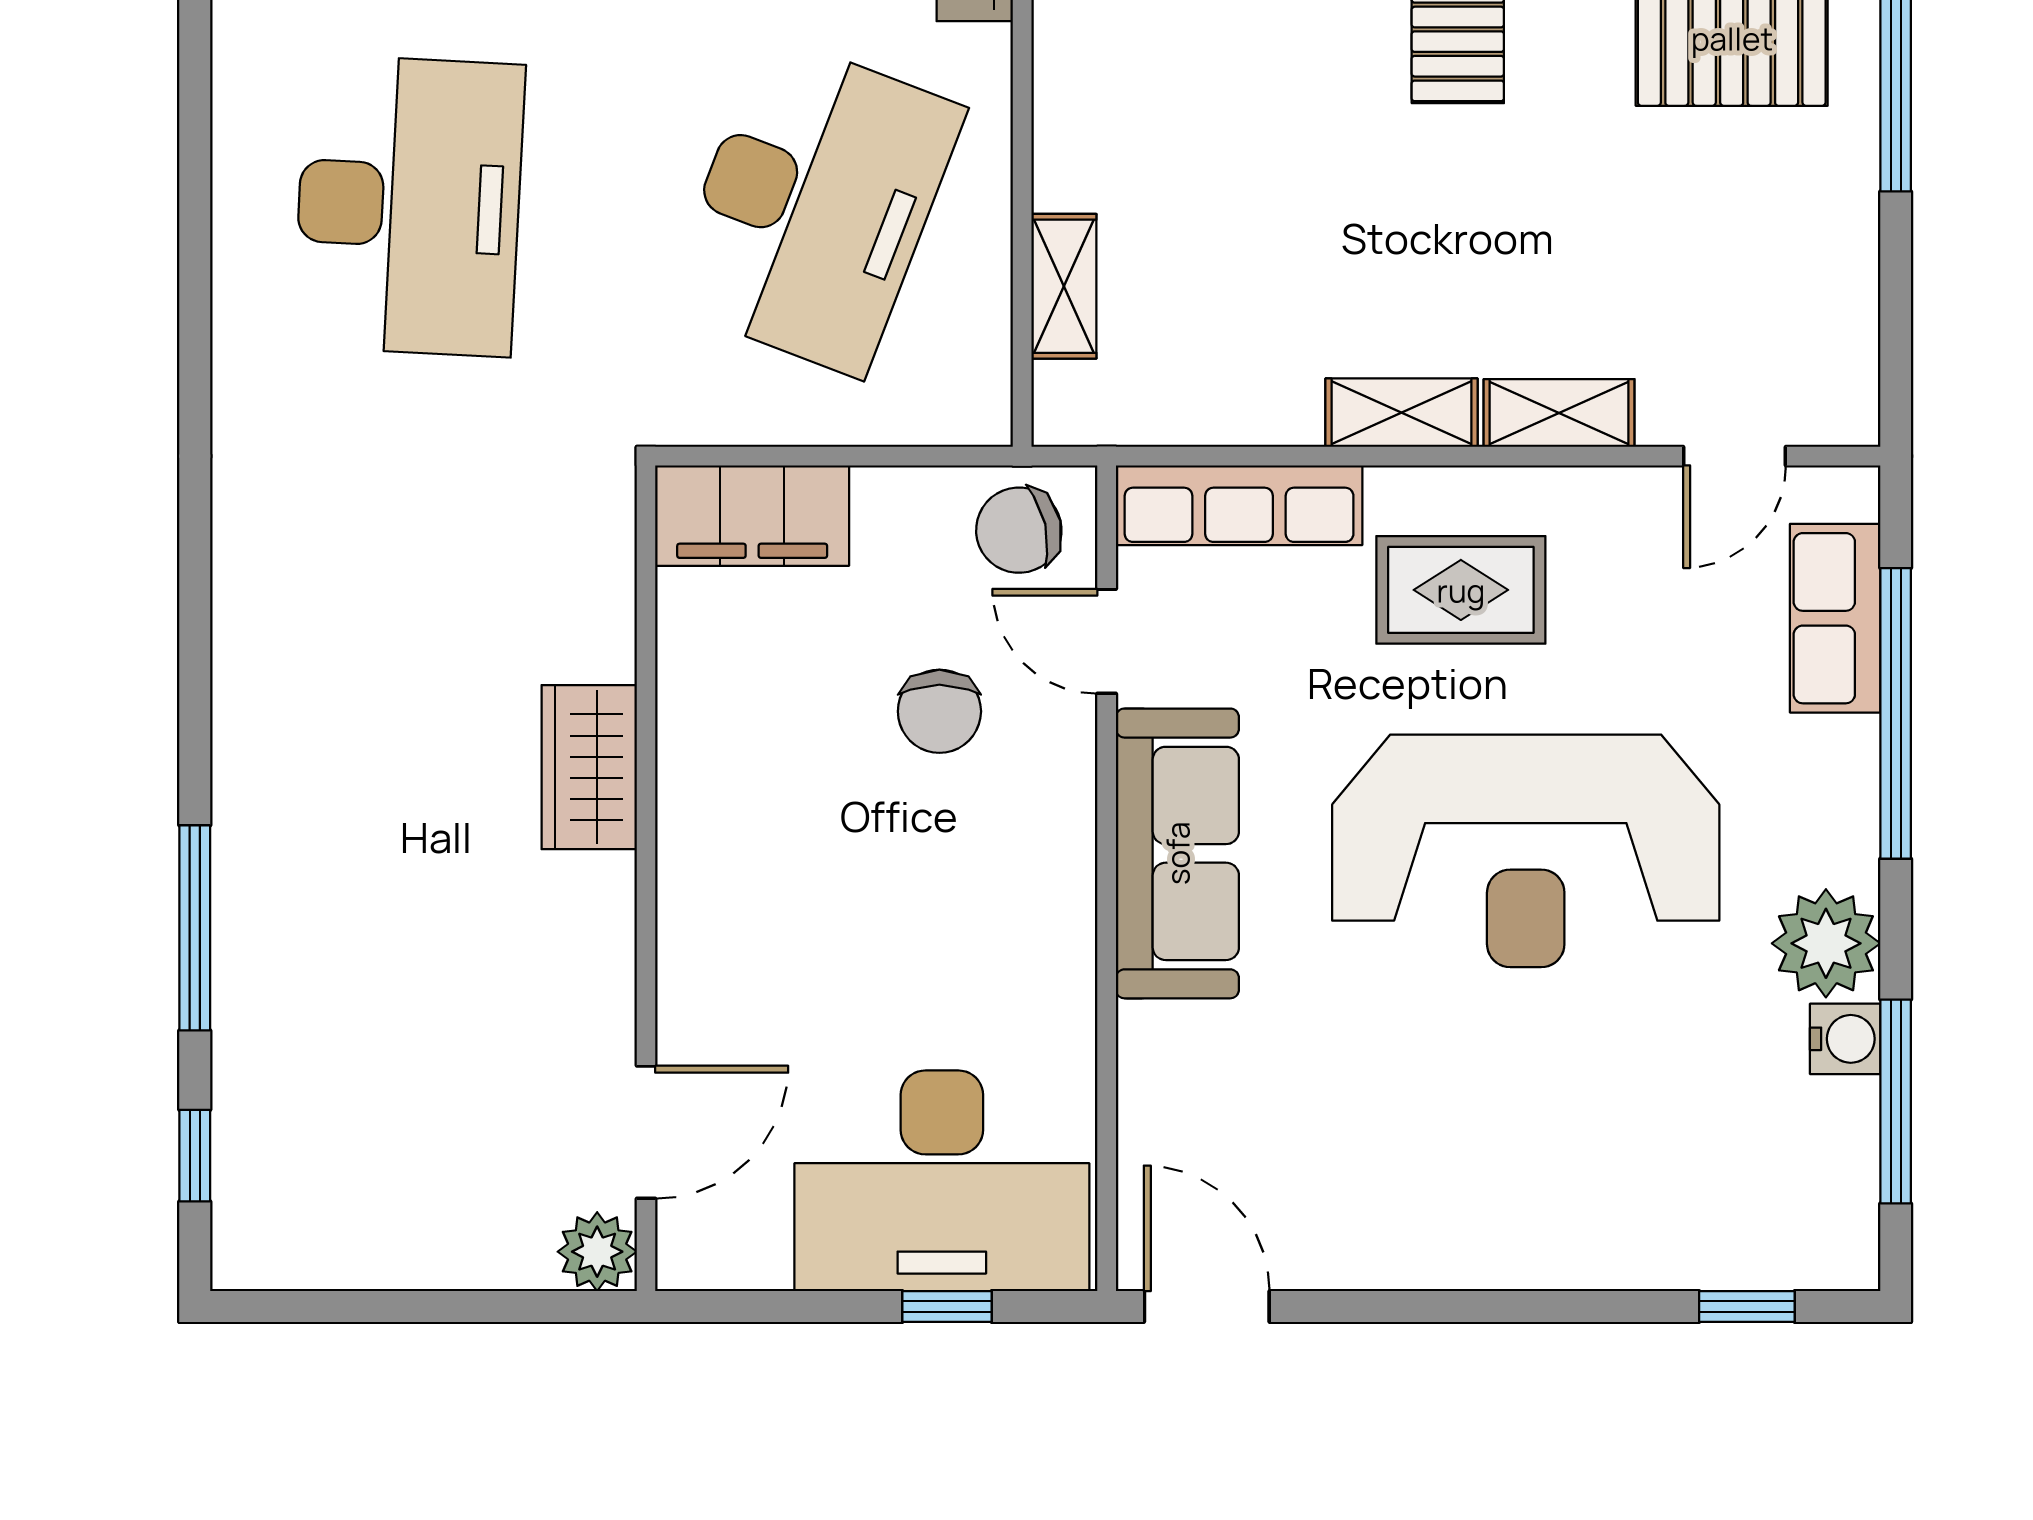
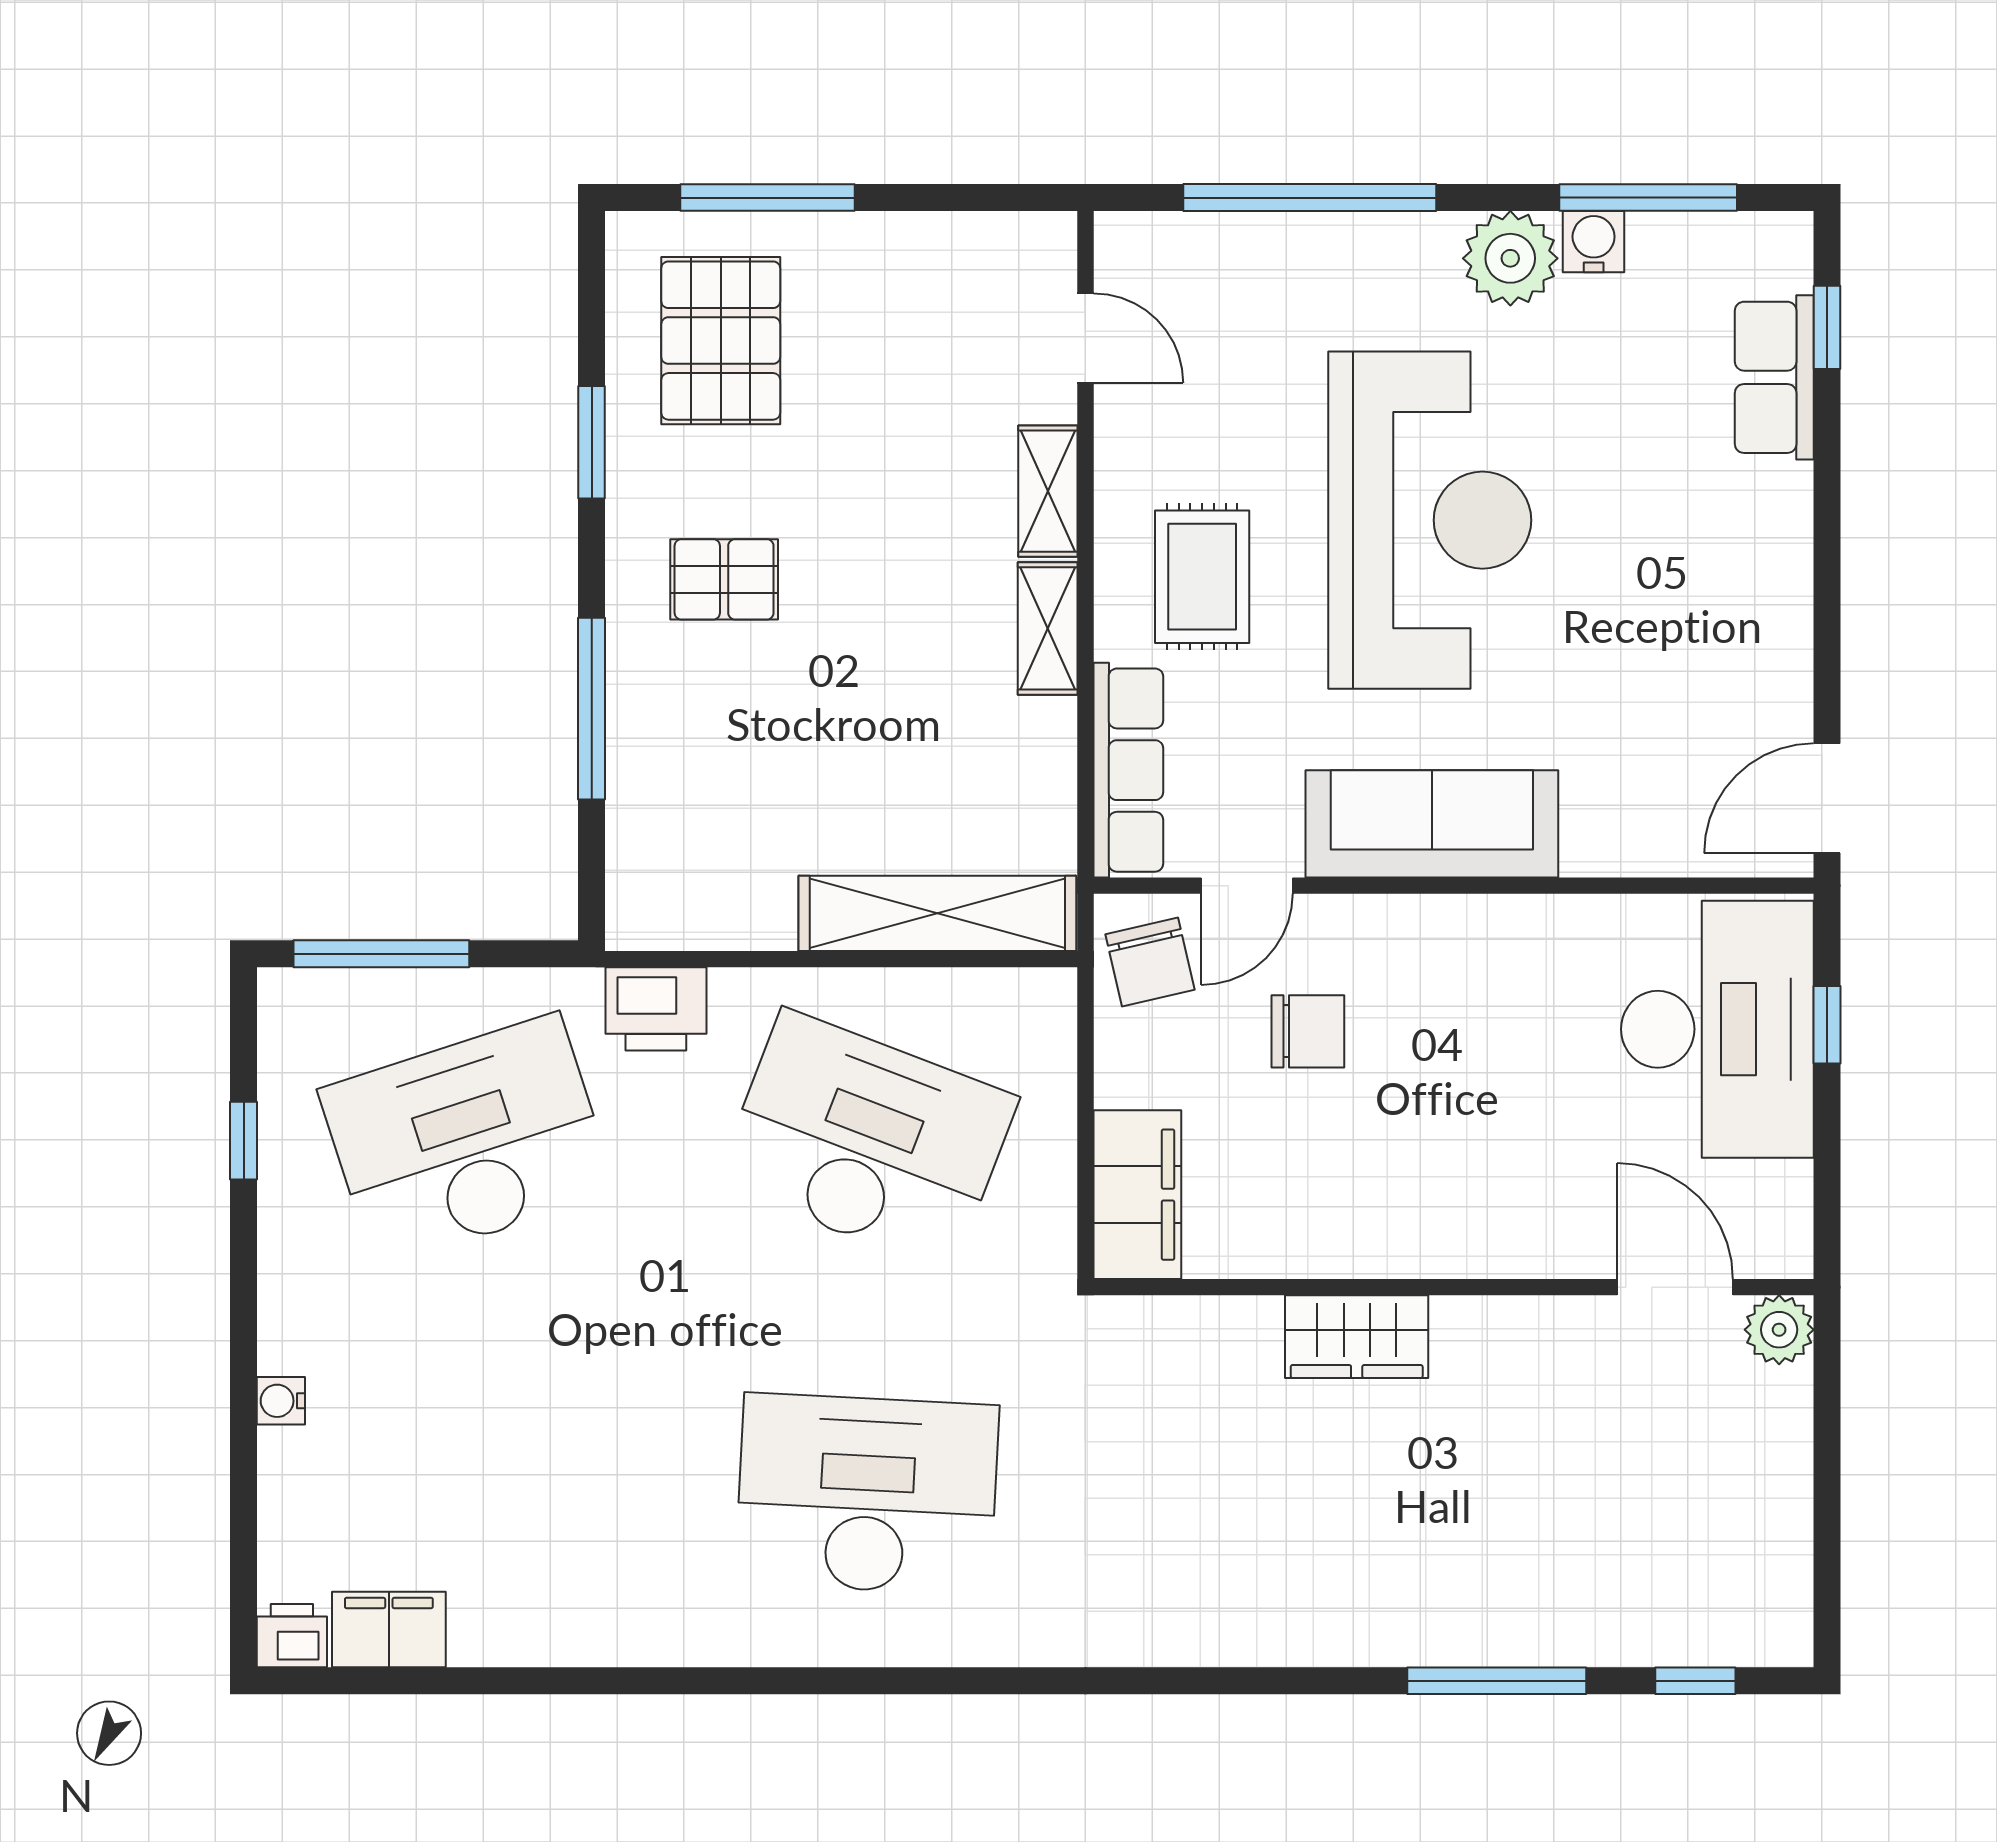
shelving: (1064, 286) -> (937, 913), width x2.20, depth x1.33
row of seats: (1835, 618) -> (1774, 377), moved, turned 90

